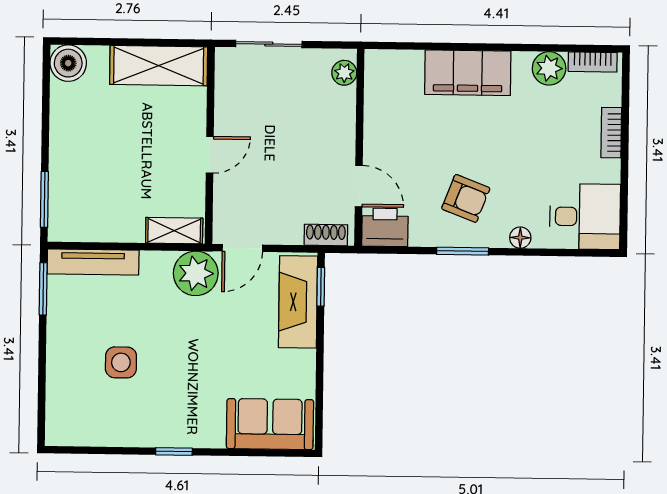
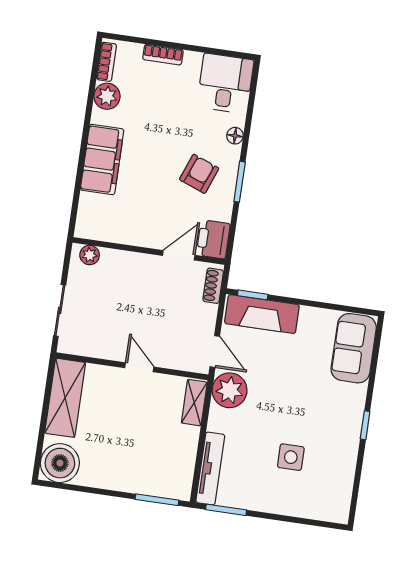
boiler: (68, 63) -> (60, 463), width x1.37, depth x1.37

